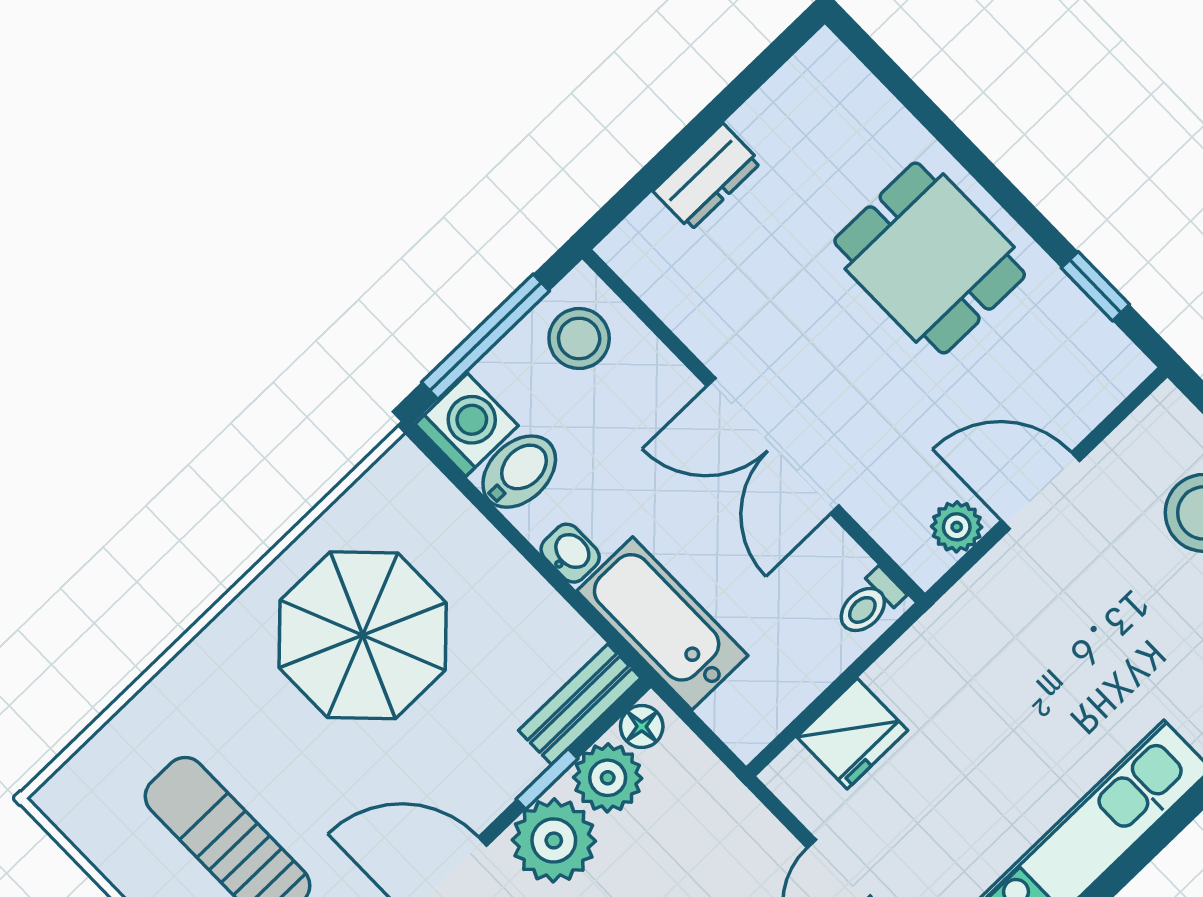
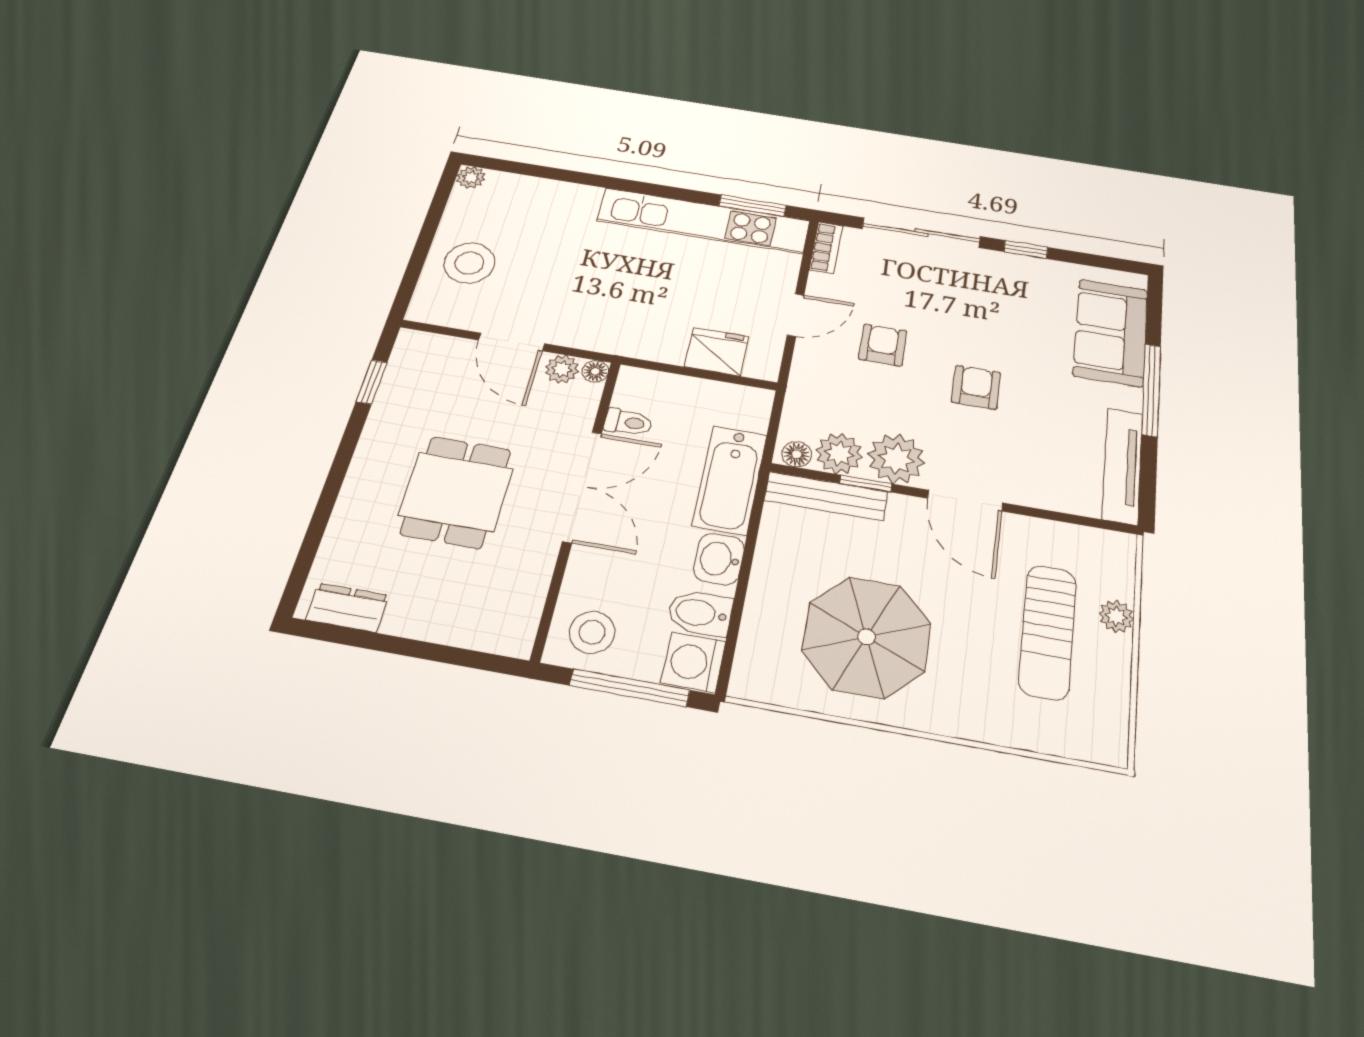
dresser: (707, 177) -> (347, 608), moved
dining table: (930, 258) -> (456, 492), moved
washbasin: (570, 553) -> (719, 559), width x1.38, depth x1.45
floor lamp: (925, 565) -> (595, 371), added
toilet: (869, 603) -> (628, 422), moved
bench: (580, 704) -> (826, 496), width x1.36

